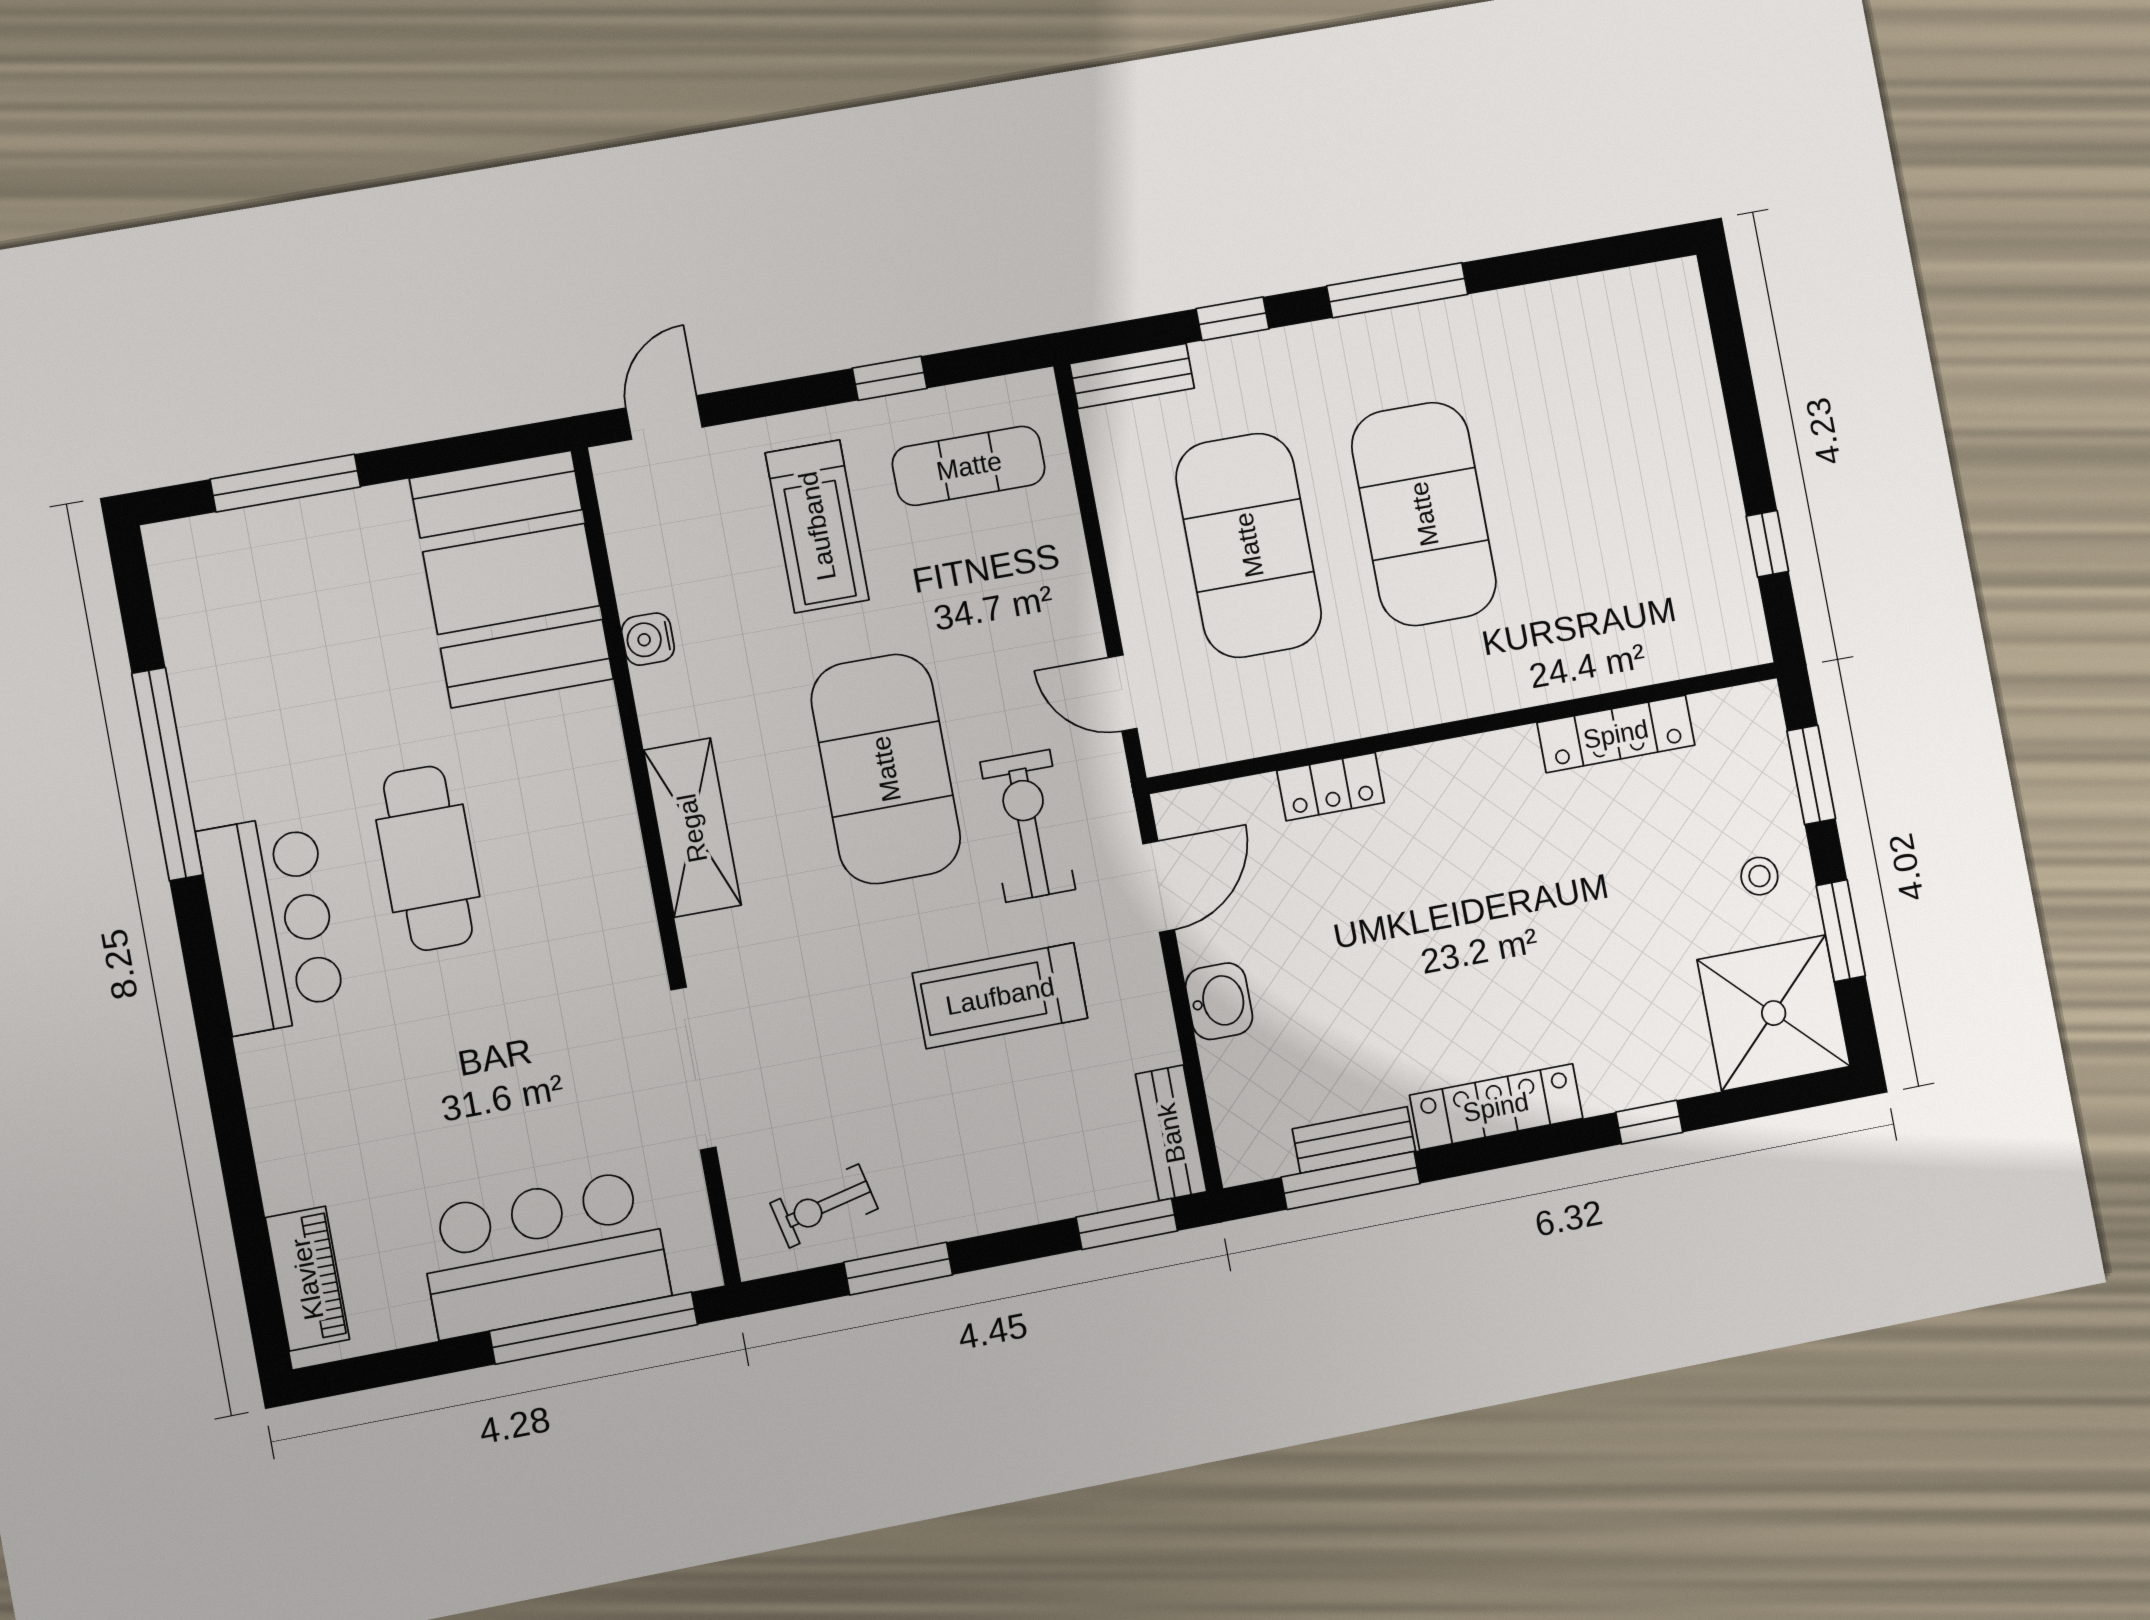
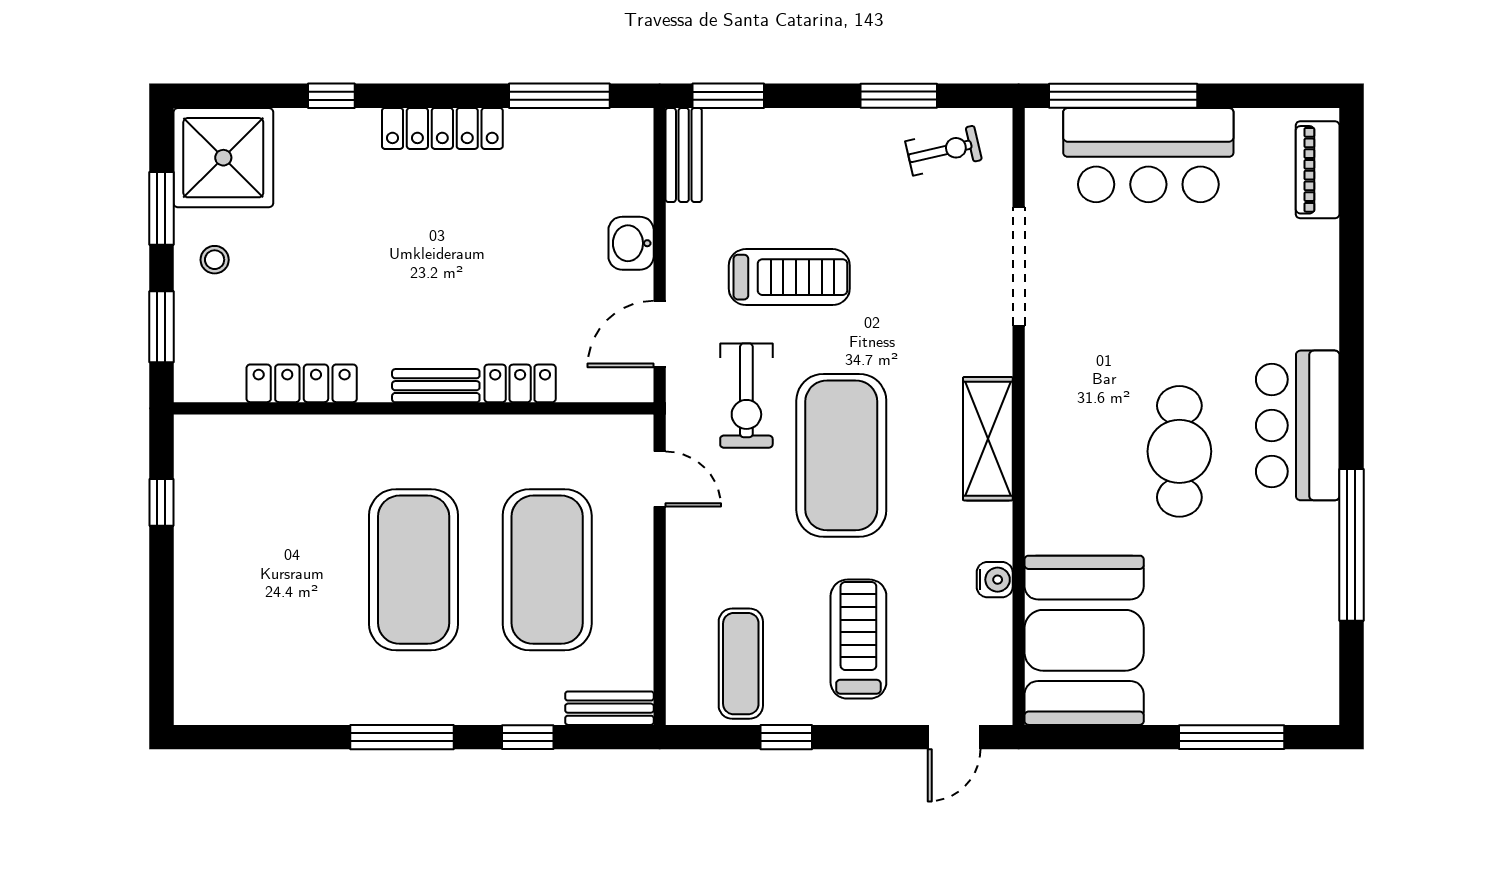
exercise mat: (969, 466) -> (741, 664), turned 90
bench: (1354, 1140) -> (436, 386), moved

